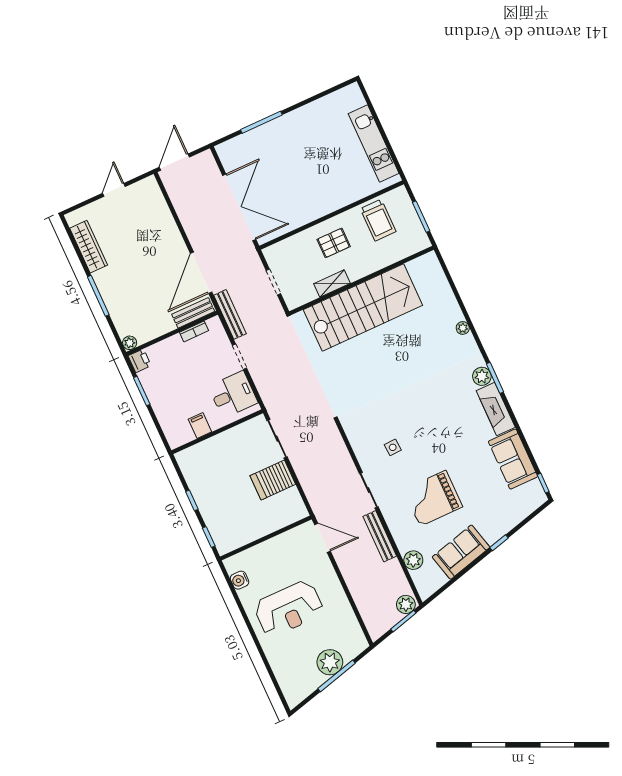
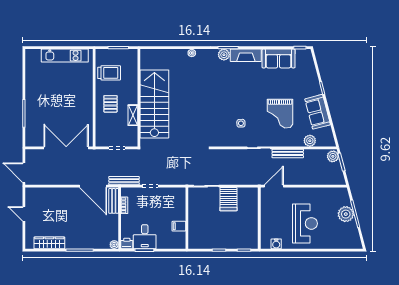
desk: (233, 394) -> (145, 237), moved, turned 180

